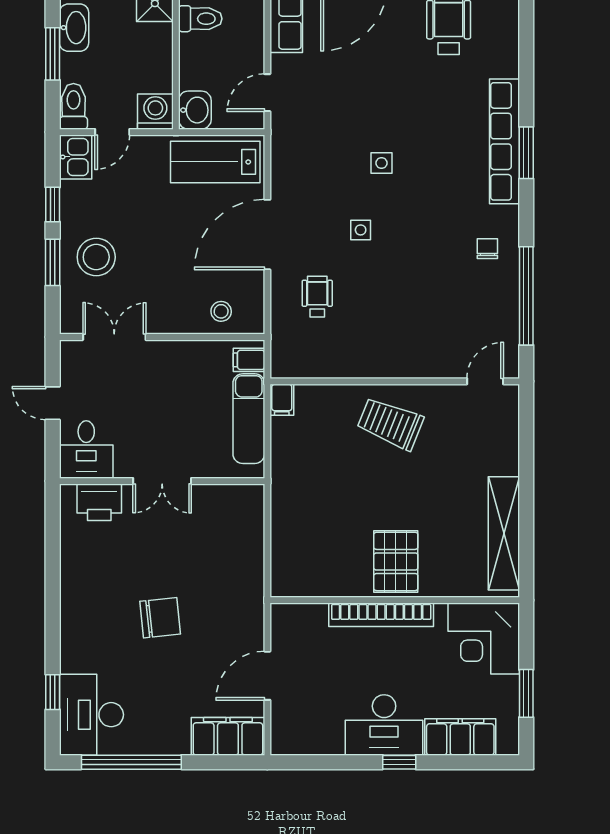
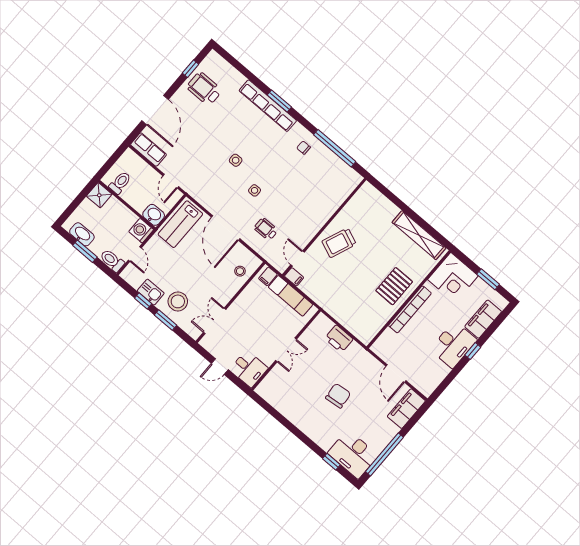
kitchen sink: (76, 157) -> (151, 292), moved
door: (485, 381) -> (297, 259), moved
printer: (99, 502) -> (339, 339), moved, turned 90
pallet: (396, 561) -> (394, 286), turned 90

